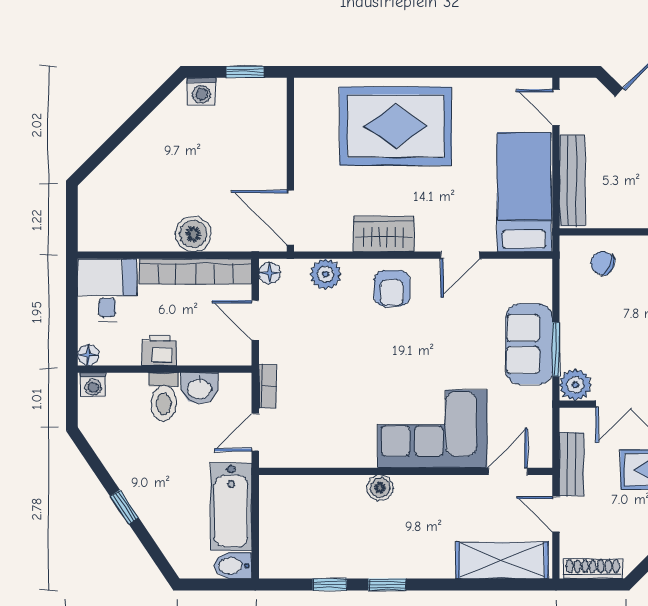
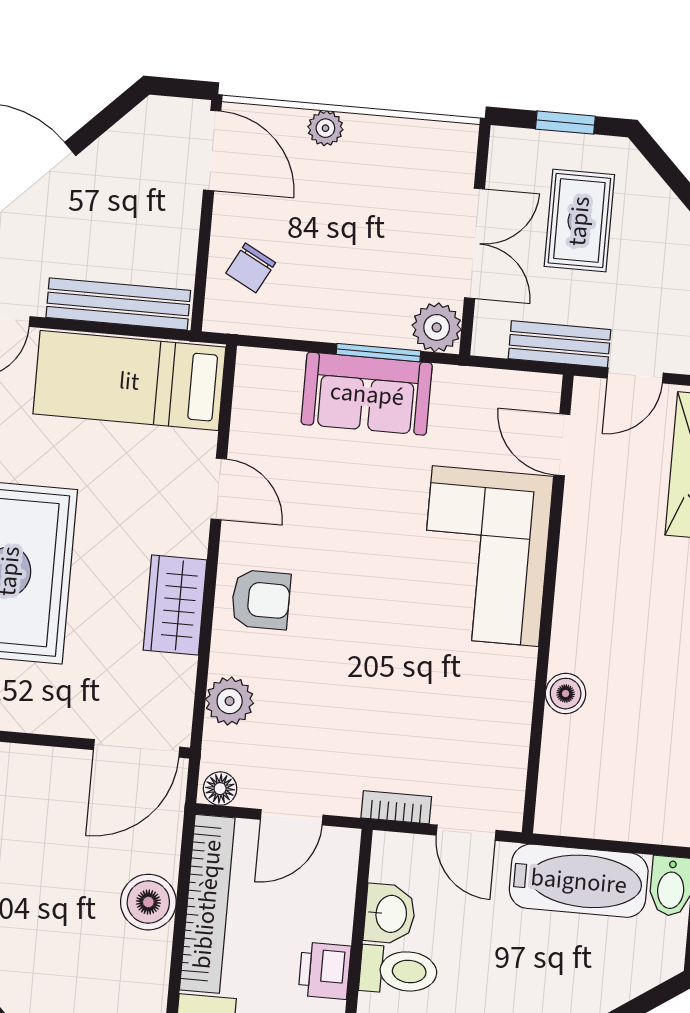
boiler: (380, 488) -> (566, 694), moved

